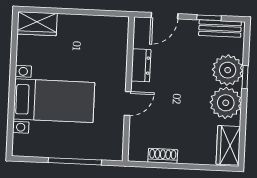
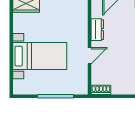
shoe rack: (163, 156) -> (101, 90), moved

